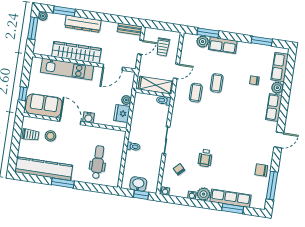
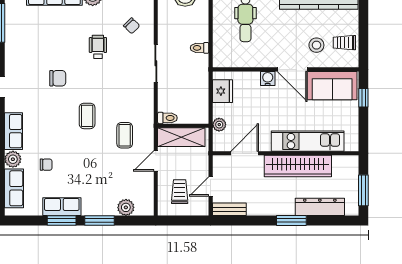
window: (64, 11) -> (291, 221), moved
plant: (43, 16) -> (352, 209), removed
dresser: (83, 24) -> (320, 207), moved
window: (208, 33) -> (99, 221), moved
window: (262, 41) -> (62, 221), moved
row of seats: (223, 45) -> (62, 207), moved
coffee table: (217, 83) -> (87, 116), moved
plant: (126, 100) -> (219, 125), moved
chair: (261, 170) -> (58, 78), moved

